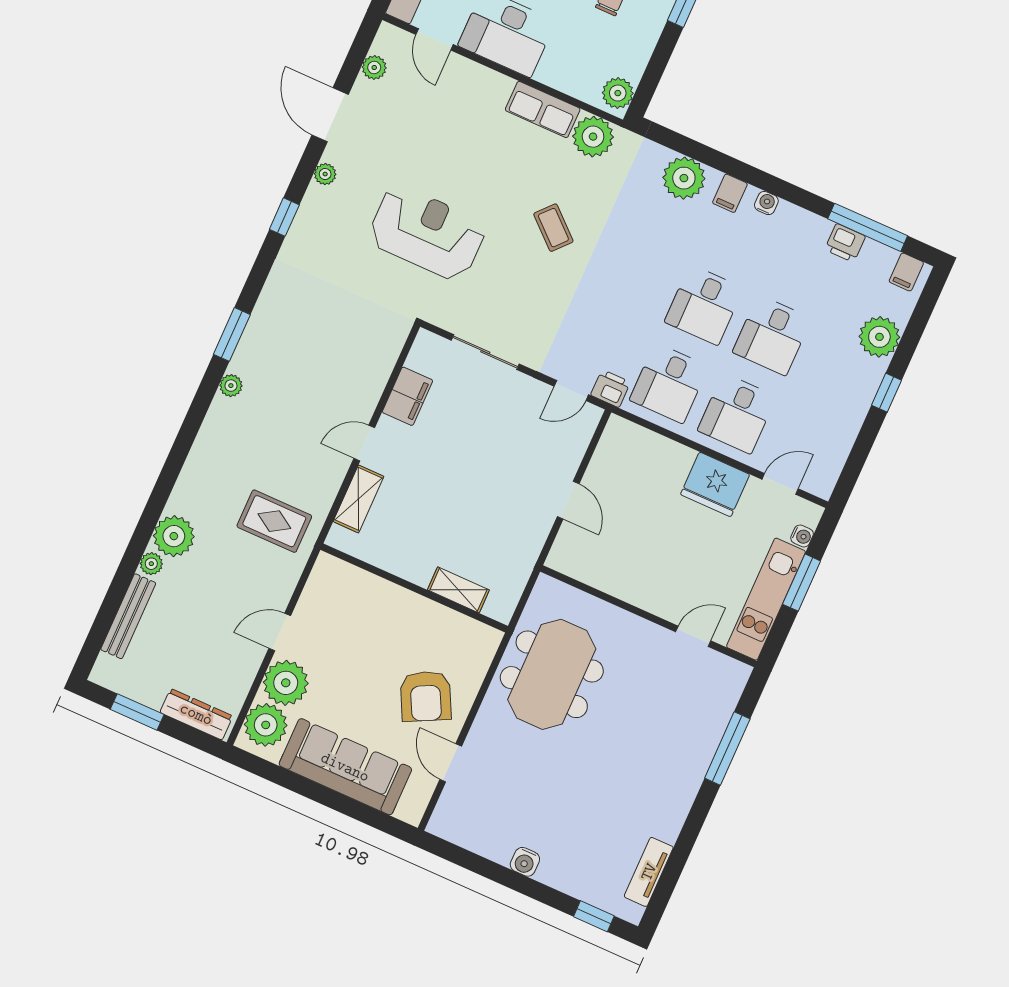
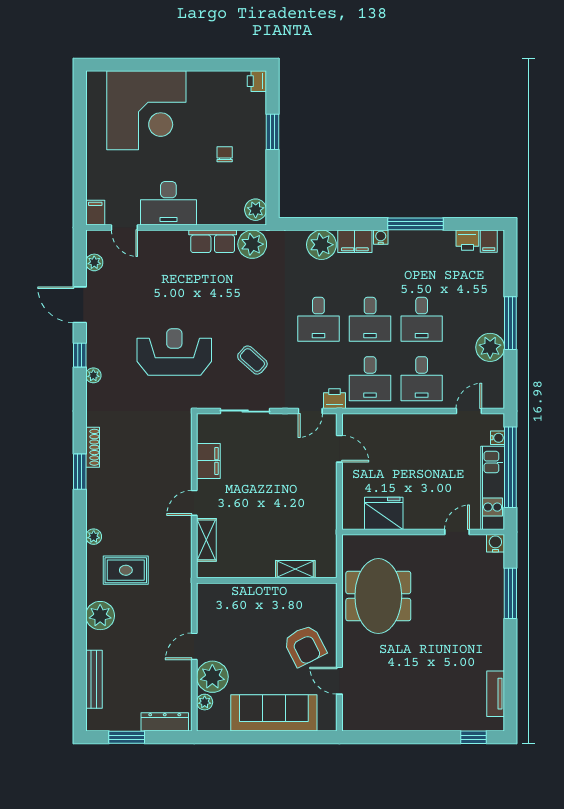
plant: (325, 174) -> (93, 375), moved
filing cabinet: (730, 193) -> (355, 241), width x2.00
window: (284, 217) -> (80, 355), moved
window: (868, 227) -> (416, 224), moved
coffee table: (553, 228) -> (252, 360), moved
printer: (845, 243) -> (467, 240), moved
desk: (636, 275) -> (318, 319), added
shoe rack: (263, 310) -> (93, 447), added
plant: (879, 337) -> (490, 347), moved
plant: (231, 386) -> (94, 537), moved
window: (886, 393) -> (510, 323), width x2.17
fridge: (715, 484) -> (384, 513), moved, turned 180
door: (568, 500) -> (339, 449), moved
rug: (274, 521) -> (126, 570), moved
plant: (151, 564) -> (94, 639), removed
window: (802, 583) -> (510, 467), width x2.11
plant: (266, 725) -> (205, 702), width x0.53, depth x0.53
water cooler: (525, 862) -> (495, 543), moved, turned 180

